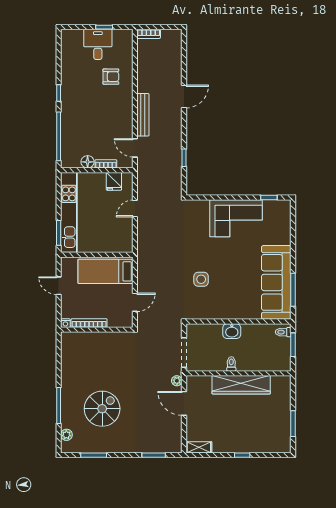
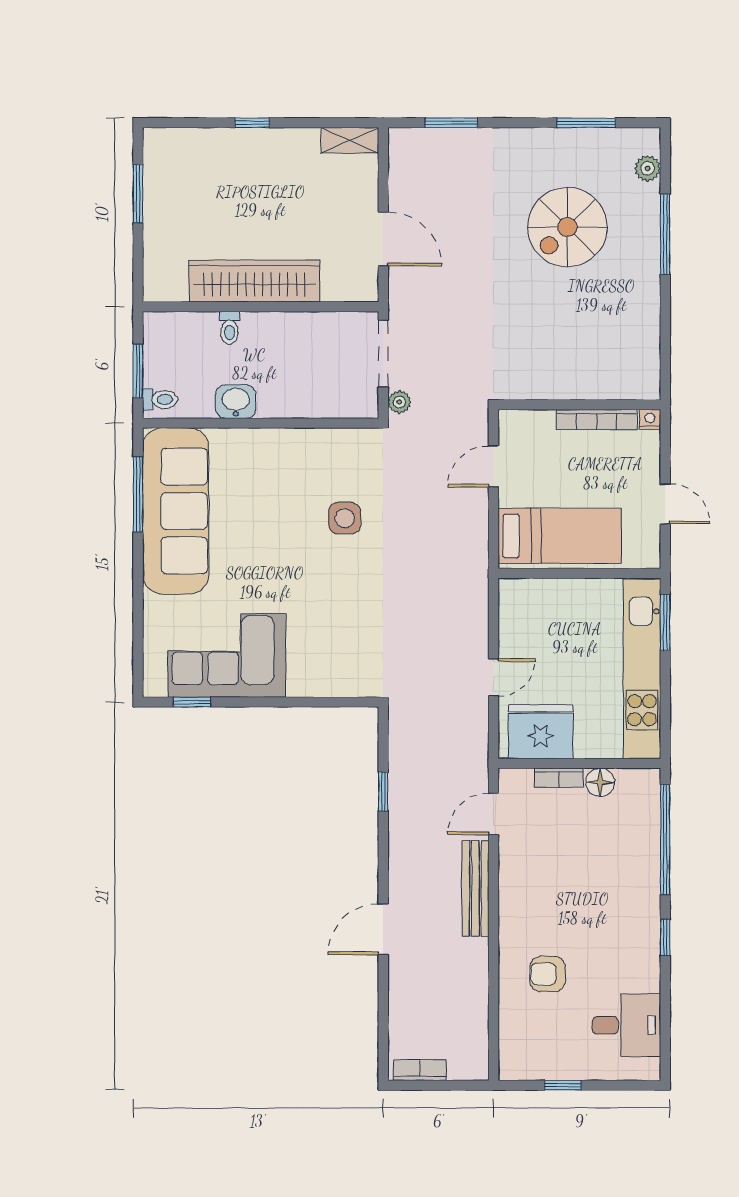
bookcase: (149, 34) -> (420, 1070), moved
desk: (98, 44) -> (626, 1025), moved, turned -90
door: (135, 148) -> (494, 814), swing flipped
fridge: (114, 181) -> (541, 732), width x1.88, depth x1.34
corner sofa: (236, 218) -> (227, 655), moved
washbasin: (232, 331) -> (236, 402), moved
toilet: (231, 364) -> (229, 328), moved
plant: (177, 381) -> (399, 402), moved

